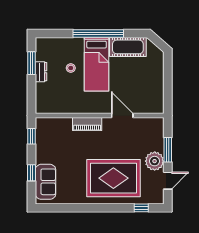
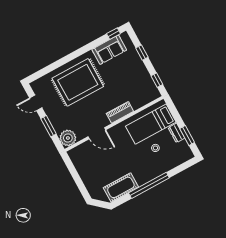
bed: (97, 64) -> (151, 124), moved, turned -90
plant: (155, 161) -> (68, 138), moved
door: (168, 181) -> (36, 103), hinge flipped
sofa: (46, 182) -> (109, 50), moved, turned -90
window: (141, 208) -> (113, 34), moved

